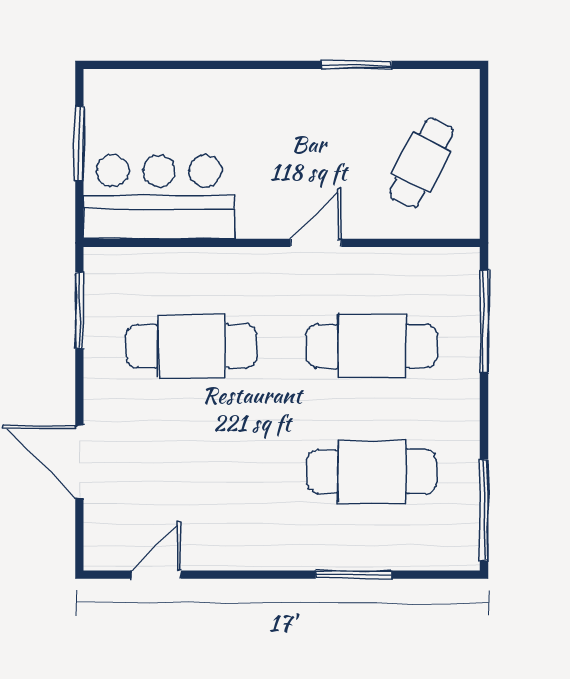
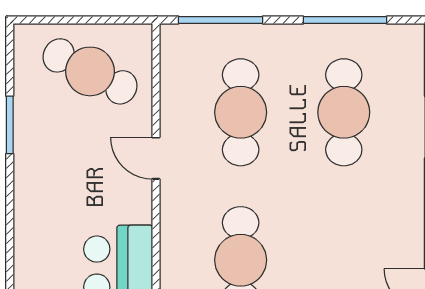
cafe table: (422, 163) -> (90, 71), width x1.37, depth x1.35
window: (484, 510) -> (345, 20), moved

